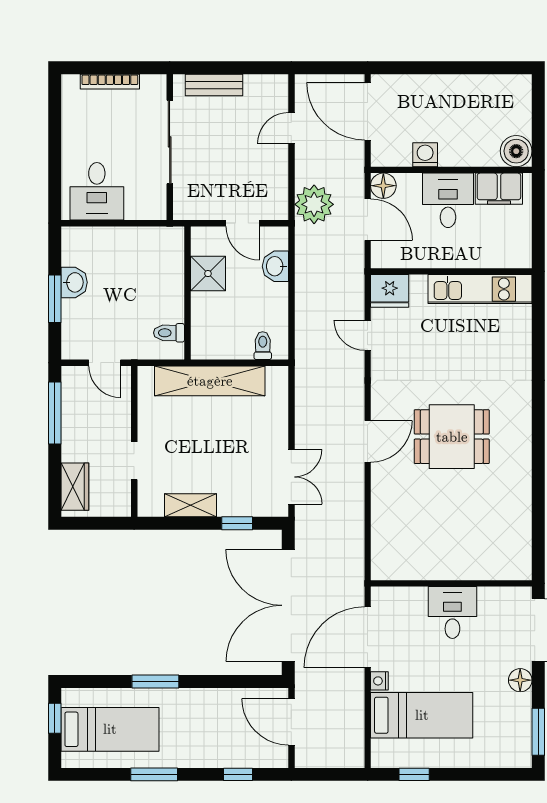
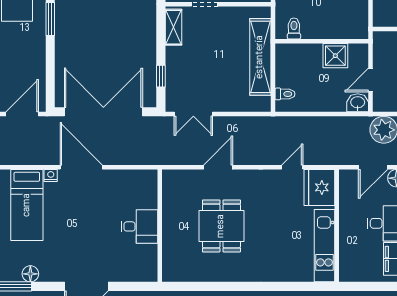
washbasin: (275, 266) -> (358, 103), moved
fridge: (390, 291) -> (319, 187), width x1.36, depth x1.34
door: (368, 441) -> (218, 167), swing flipped
shelving: (191, 505) -> (173, 27), moved
wall: (451, 583) -> (160, 226), moved
desk: (452, 613) -> (139, 226), moved
floor lamp: (520, 680) -> (30, 274), moved

